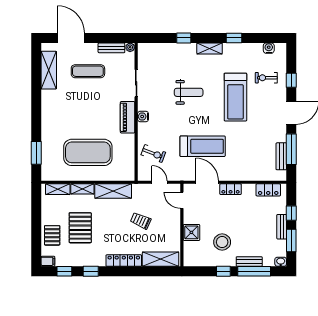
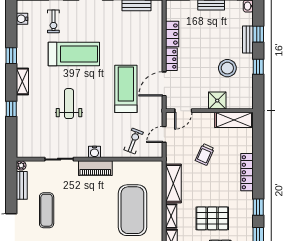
locker: (268, 190) -> (172, 34), moved
shelving: (161, 259) -> (234, 120), moved, turned 90
window: (254, 271) -> (258, 34), width x0.46

